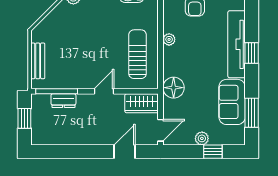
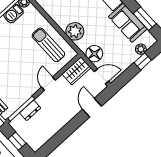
plant: (169, 39) -> (75, 31), moved, width x1.87, depth x1.87
floor lamp: (174, 88) -> (94, 54), moved
door: (161, 130) -> (101, 76), hinge flipped
plant: (202, 138) -> (141, 49), moved

